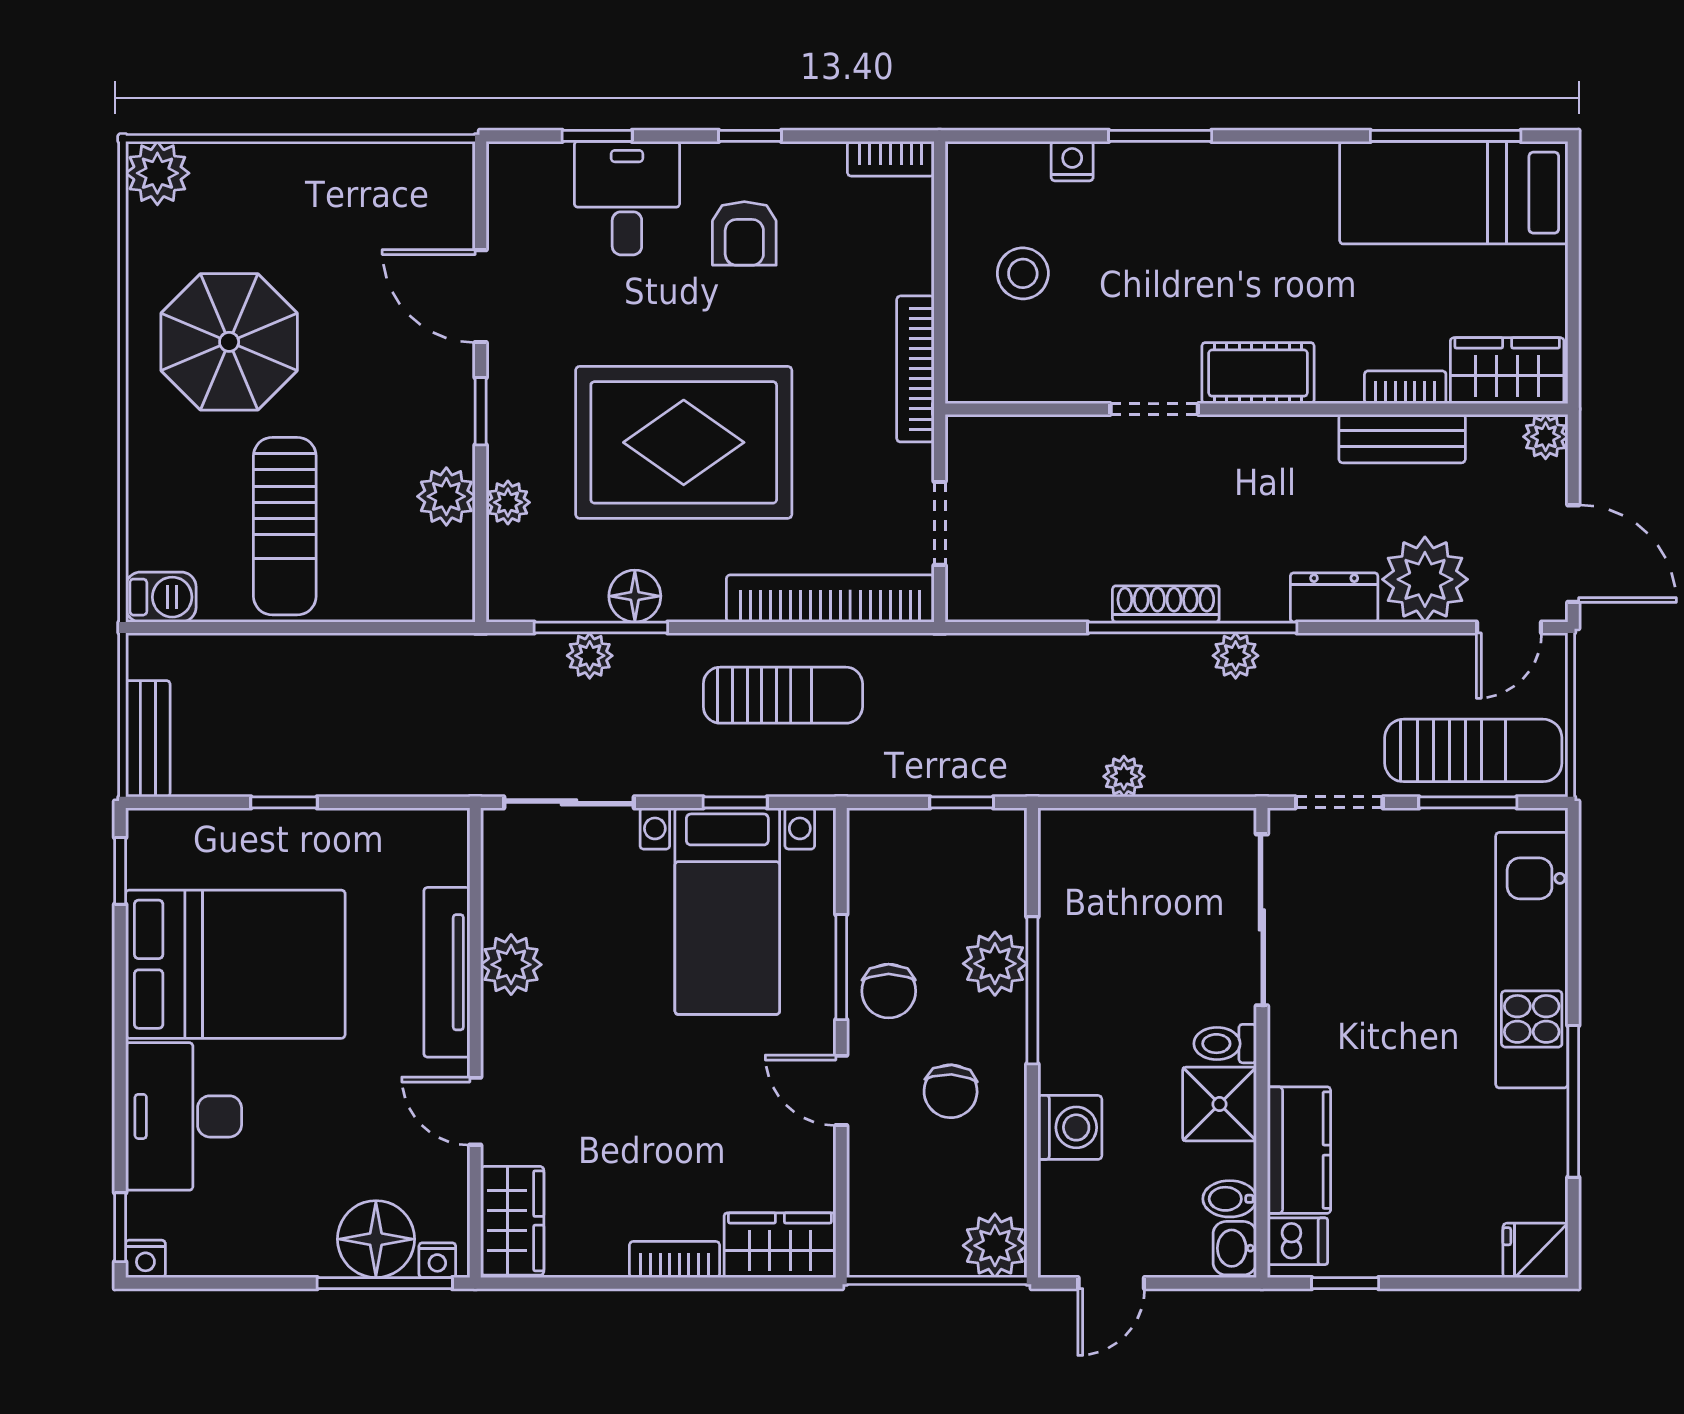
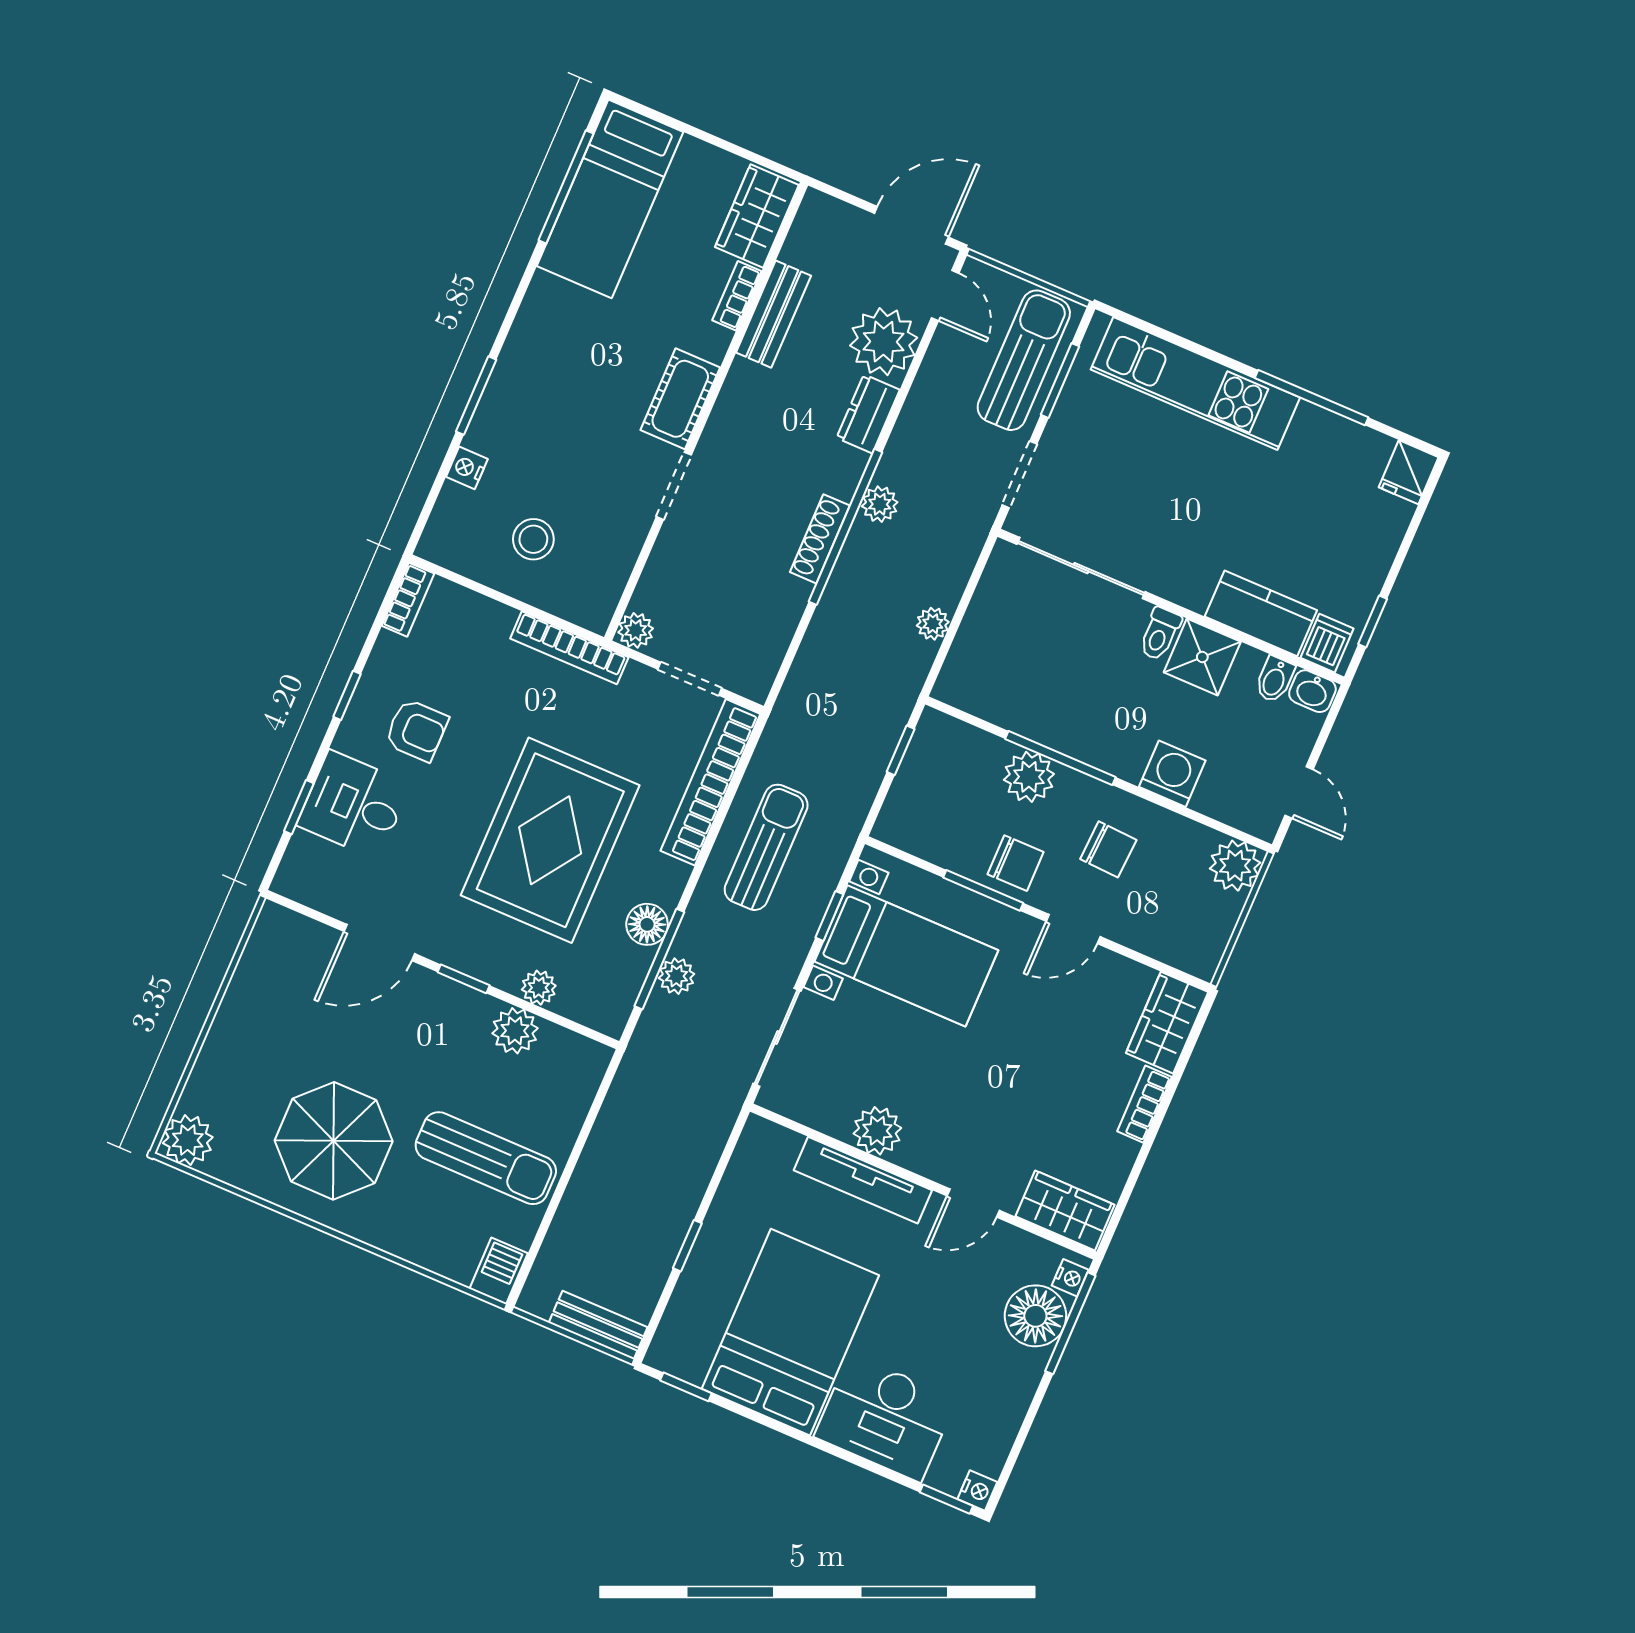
plant: (1546, 437) -> (636, 630), moved

